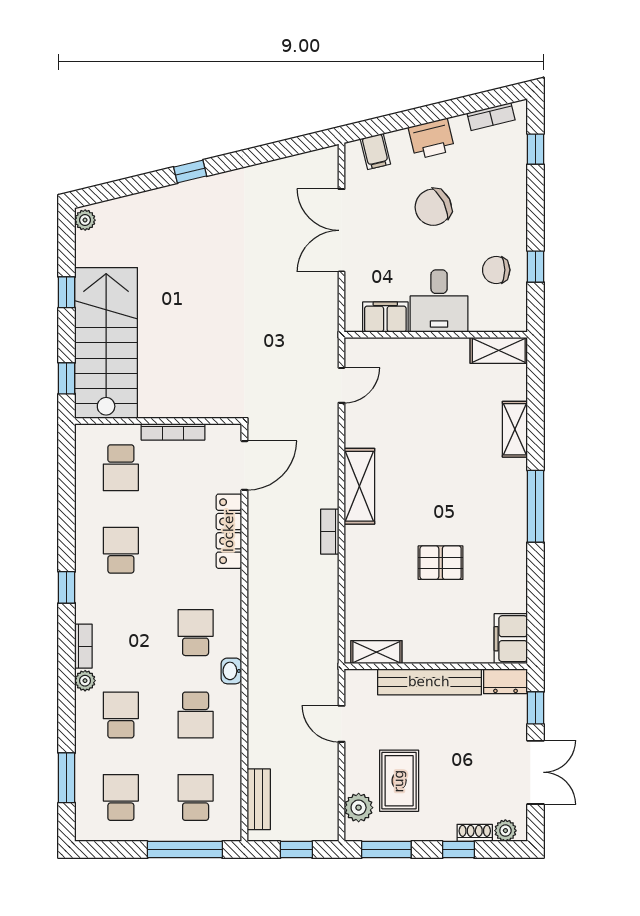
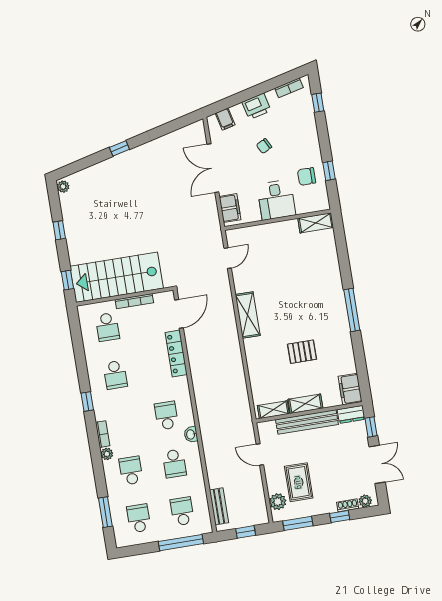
chair: (433, 207) -> (264, 146), width x0.54, depth x0.54
filing cabinet: (385, 317) -> (230, 208), moved, turned 90
stairs: (106, 343) -> (117, 277), moved, turned -90
shelving: (515, 429) -> (305, 404), moved, turned 90
bookcase: (330, 532) -> (235, 344), removed
school desk: (121, 550) -> (115, 375), turned 180

